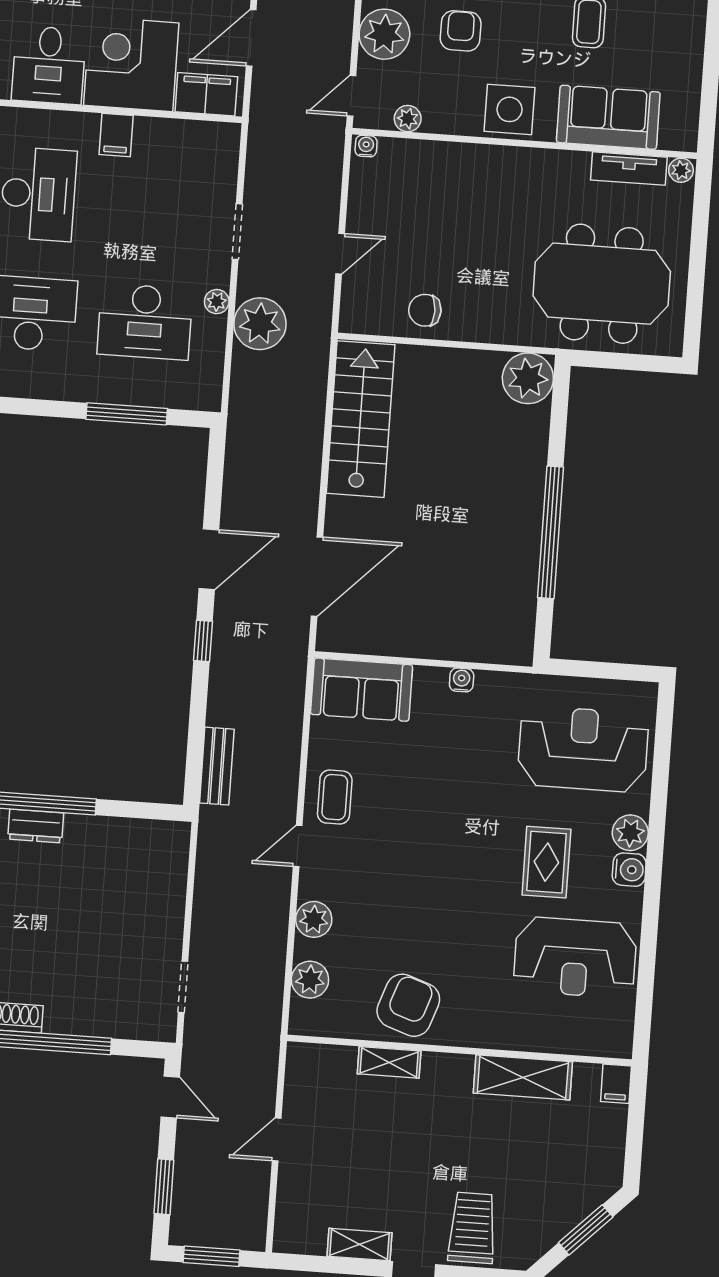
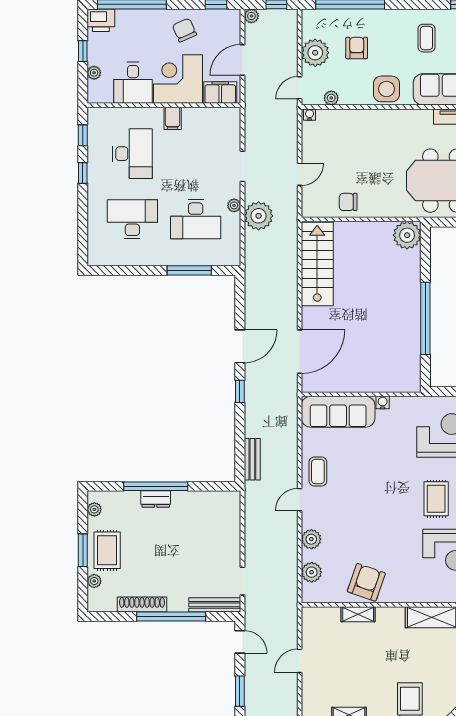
sofa: (362, 690) -> (338, 412), width x1.36
bench: (129, 1026) -> (215, 605), added

